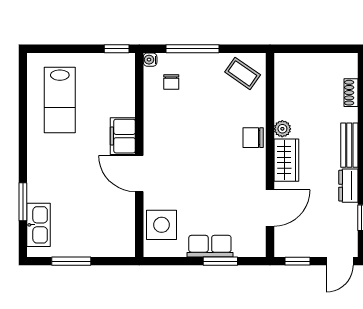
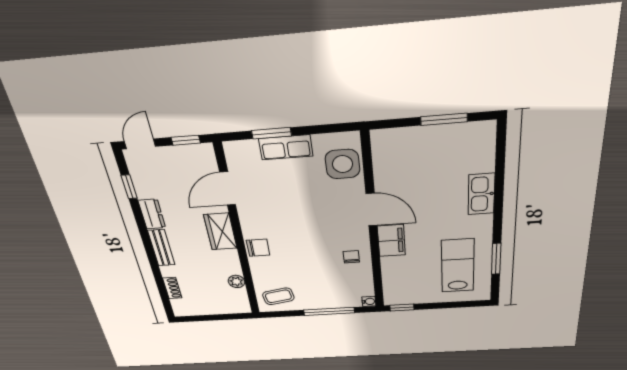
coffee table: (243, 73) -> (278, 296), turned -45
chair: (171, 82) -> (351, 257), moved
plant: (282, 129) -> (236, 281), moved
window: (23, 202) -> (496, 259), moved
kitchen sink: (38, 225) -> (481, 194), moved

